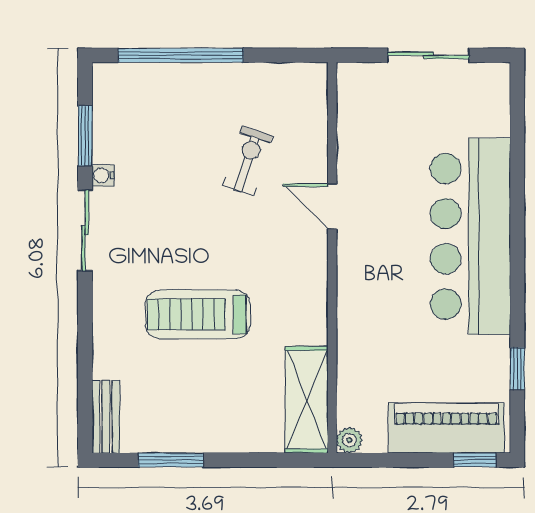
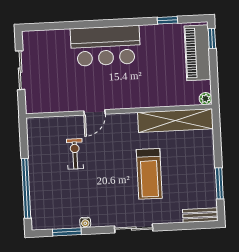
exercise bike: (248, 161) -> (75, 154), turned 72
sliding door: (85, 230) -> (134, 228), moved
bar counter: (470, 236) -> (105, 46), width x0.73
shelving: (307, 400) -> (175, 121), width x1.47

